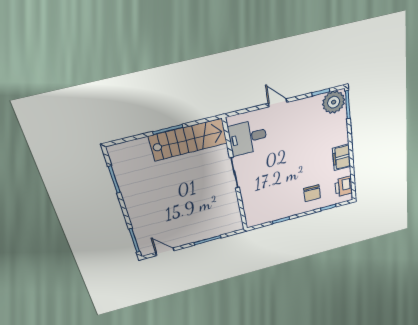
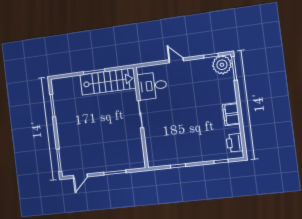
chair: (312, 193) -> (206, 144), removed
door: (165, 252) -> (80, 176), swing flipped

